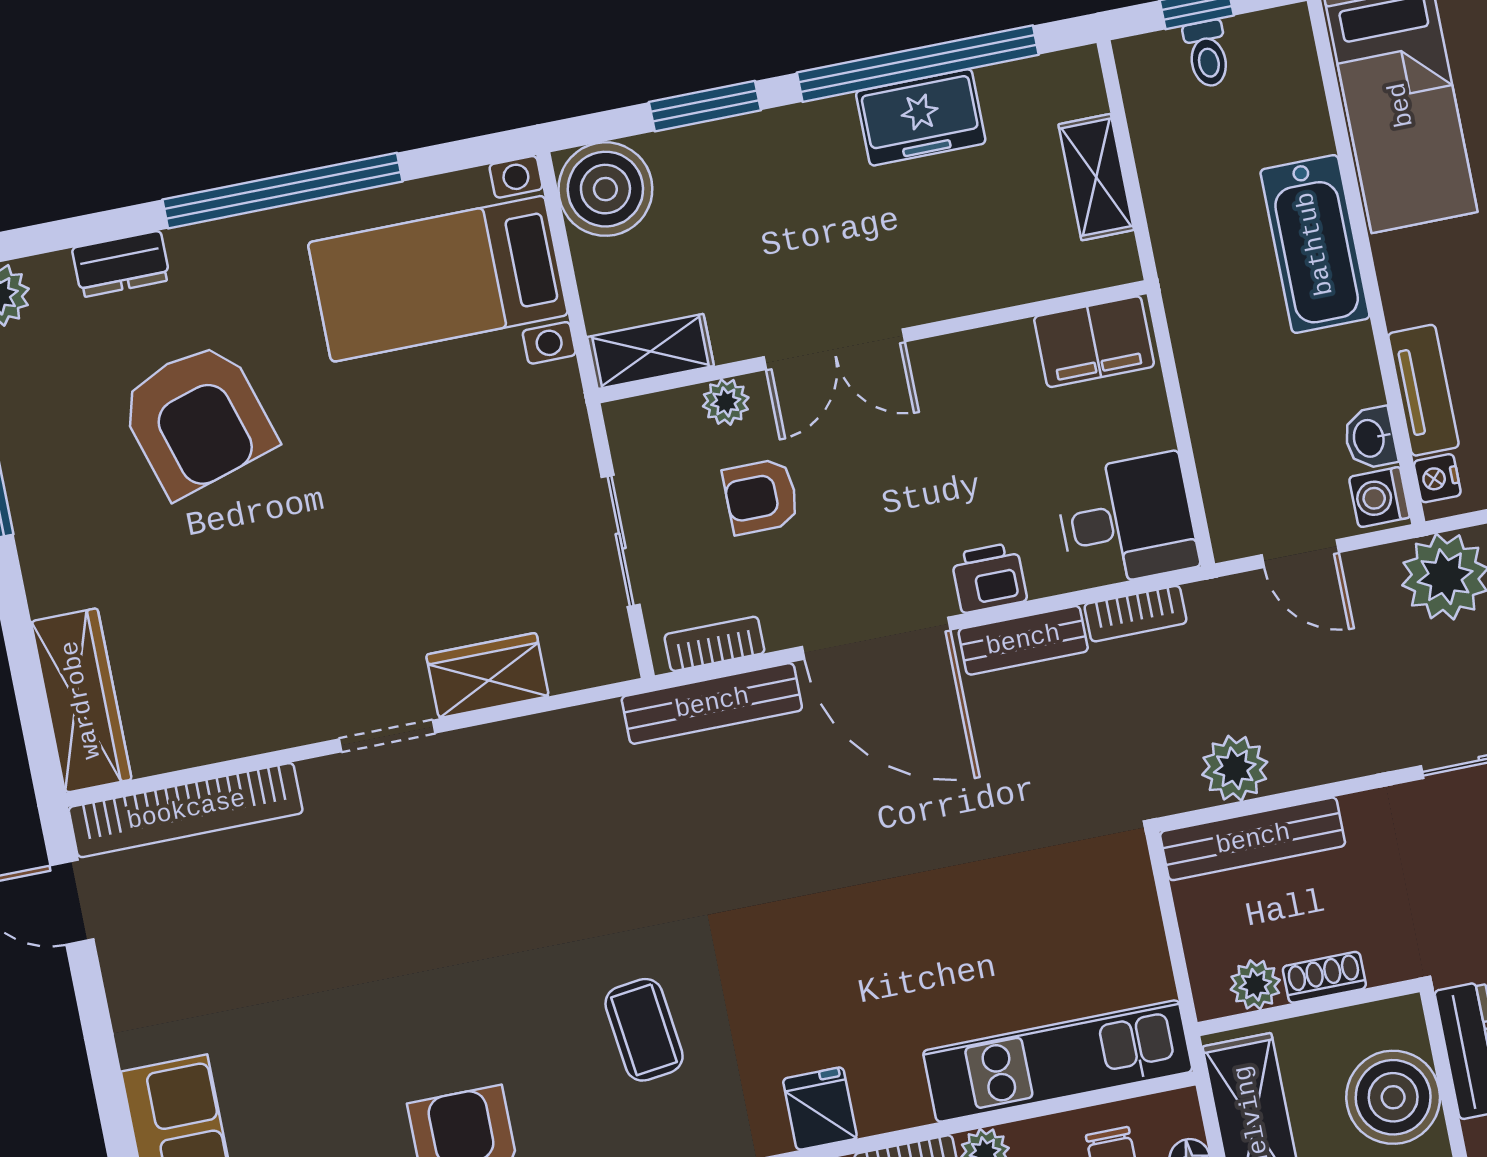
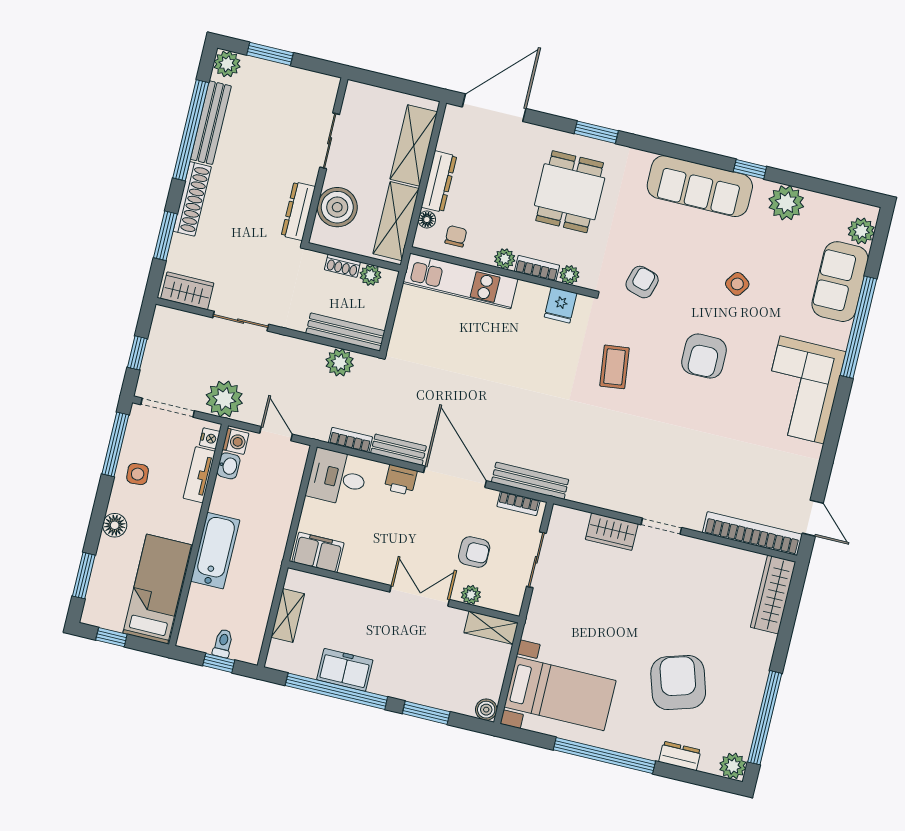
boiler: (605, 189) -> (486, 710), width x0.54, depth x0.54

